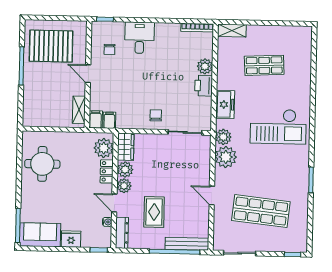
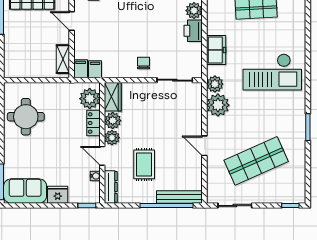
shop shelf: (261, 211) -> (256, 161), turned -30

